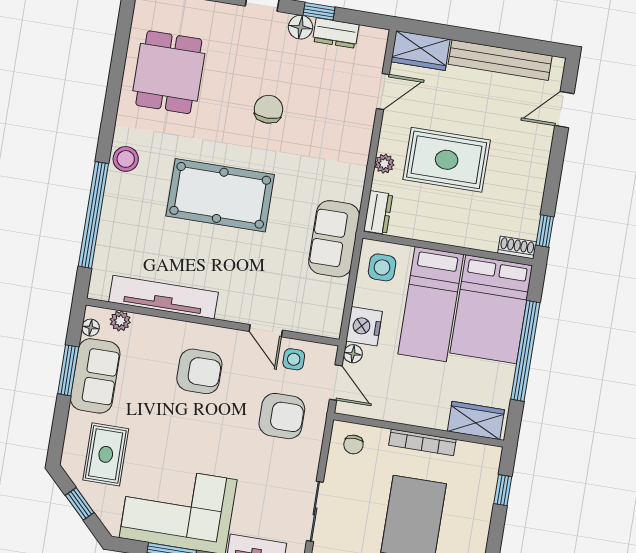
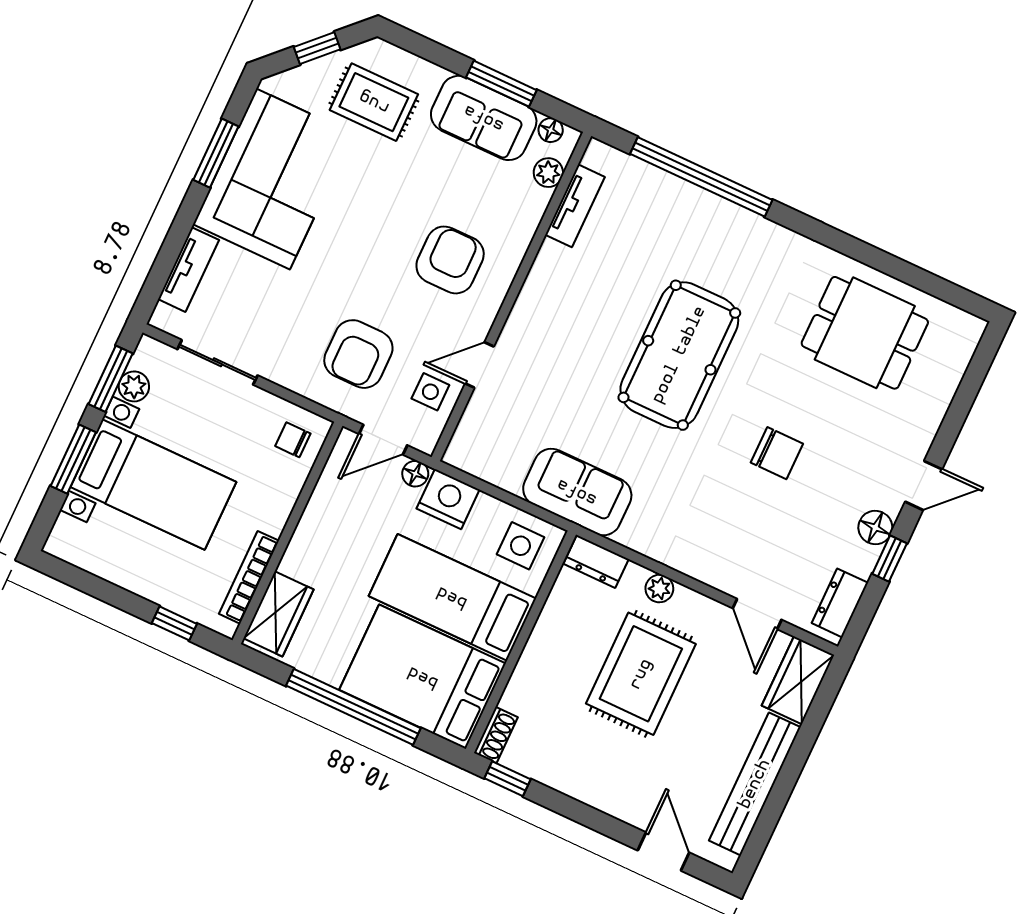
dresser: (336, 33) -> (840, 603), moved
stool: (126, 159) -> (764, 242), removed
tv unit: (164, 297) -> (575, 206), width x0.52, depth x0.78
armchair: (199, 371) -> (450, 260), turned 180
bookcase: (422, 442) -> (249, 577), moved

